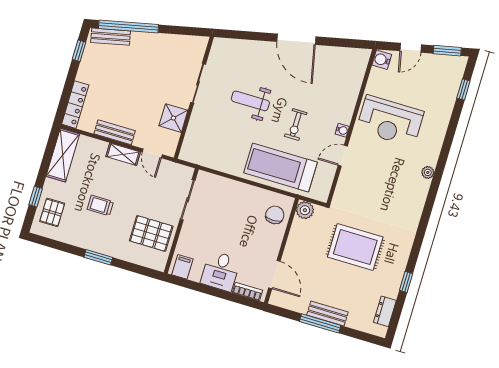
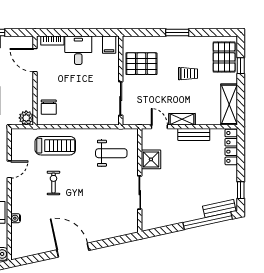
weight bench: (250, 101) -> (111, 153), moved
water cooler: (342, 130) -> (16, 218), moved
treadmill: (281, 167) -> (55, 146), width x0.73, depth x0.73
pallet: (52, 212) -> (224, 57), width x1.50, depth x1.42

